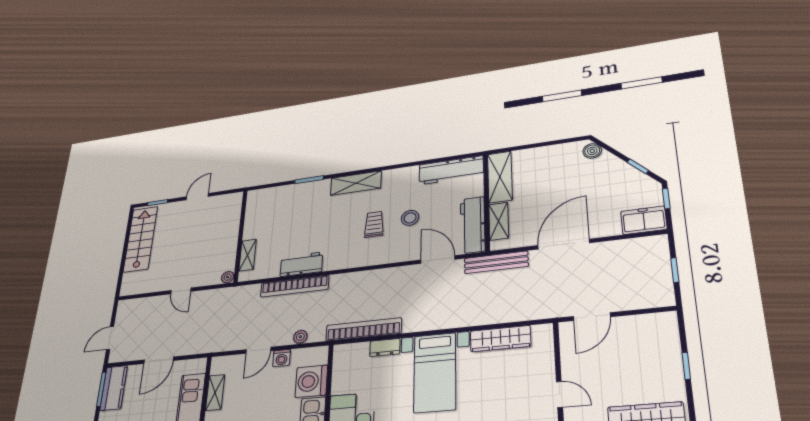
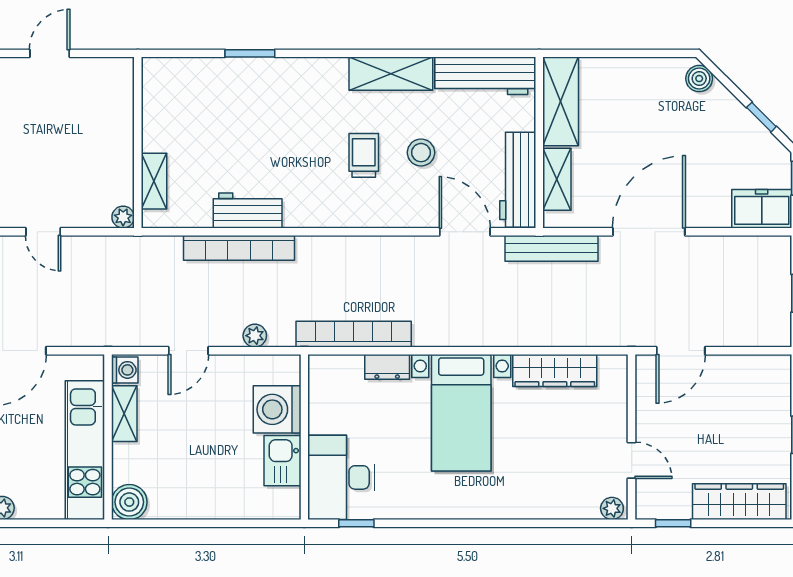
shelving: (356, 183) -> (391, 74), moved
washing machine: (282, 358) -> (125, 370), moved, turned -90

